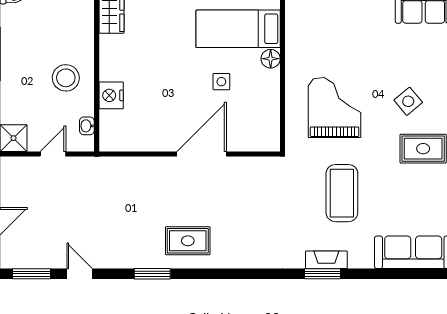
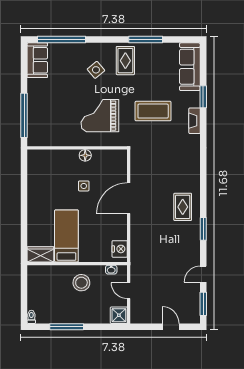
bed: (238, 29) -> (66, 236), moved, turned 180
floor lamp: (271, 59) -> (85, 155), moved
nightstand: (111, 95) -> (120, 249), moved, turned -90
door: (202, 154) -> (129, 198), hinge flipped
window: (322, 274) -> (203, 97), moved

